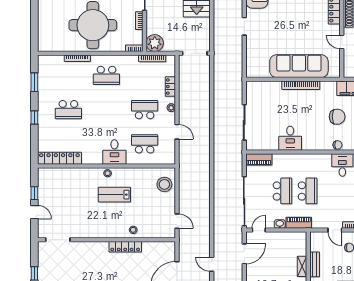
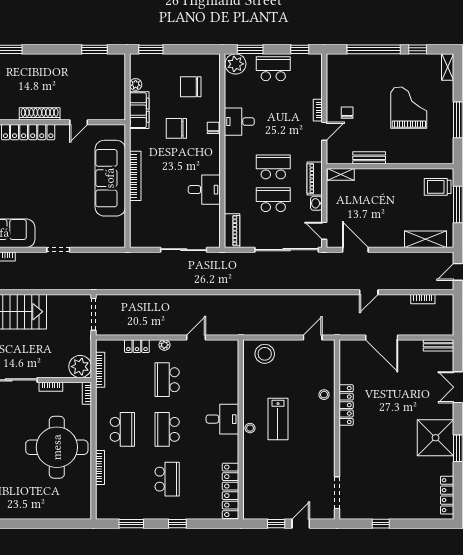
chair: (337, 117) -> (176, 128), turned -90
school desk: (145, 144) -> (167, 429), moved
shelving: (302, 266) -> (341, 174), moved

